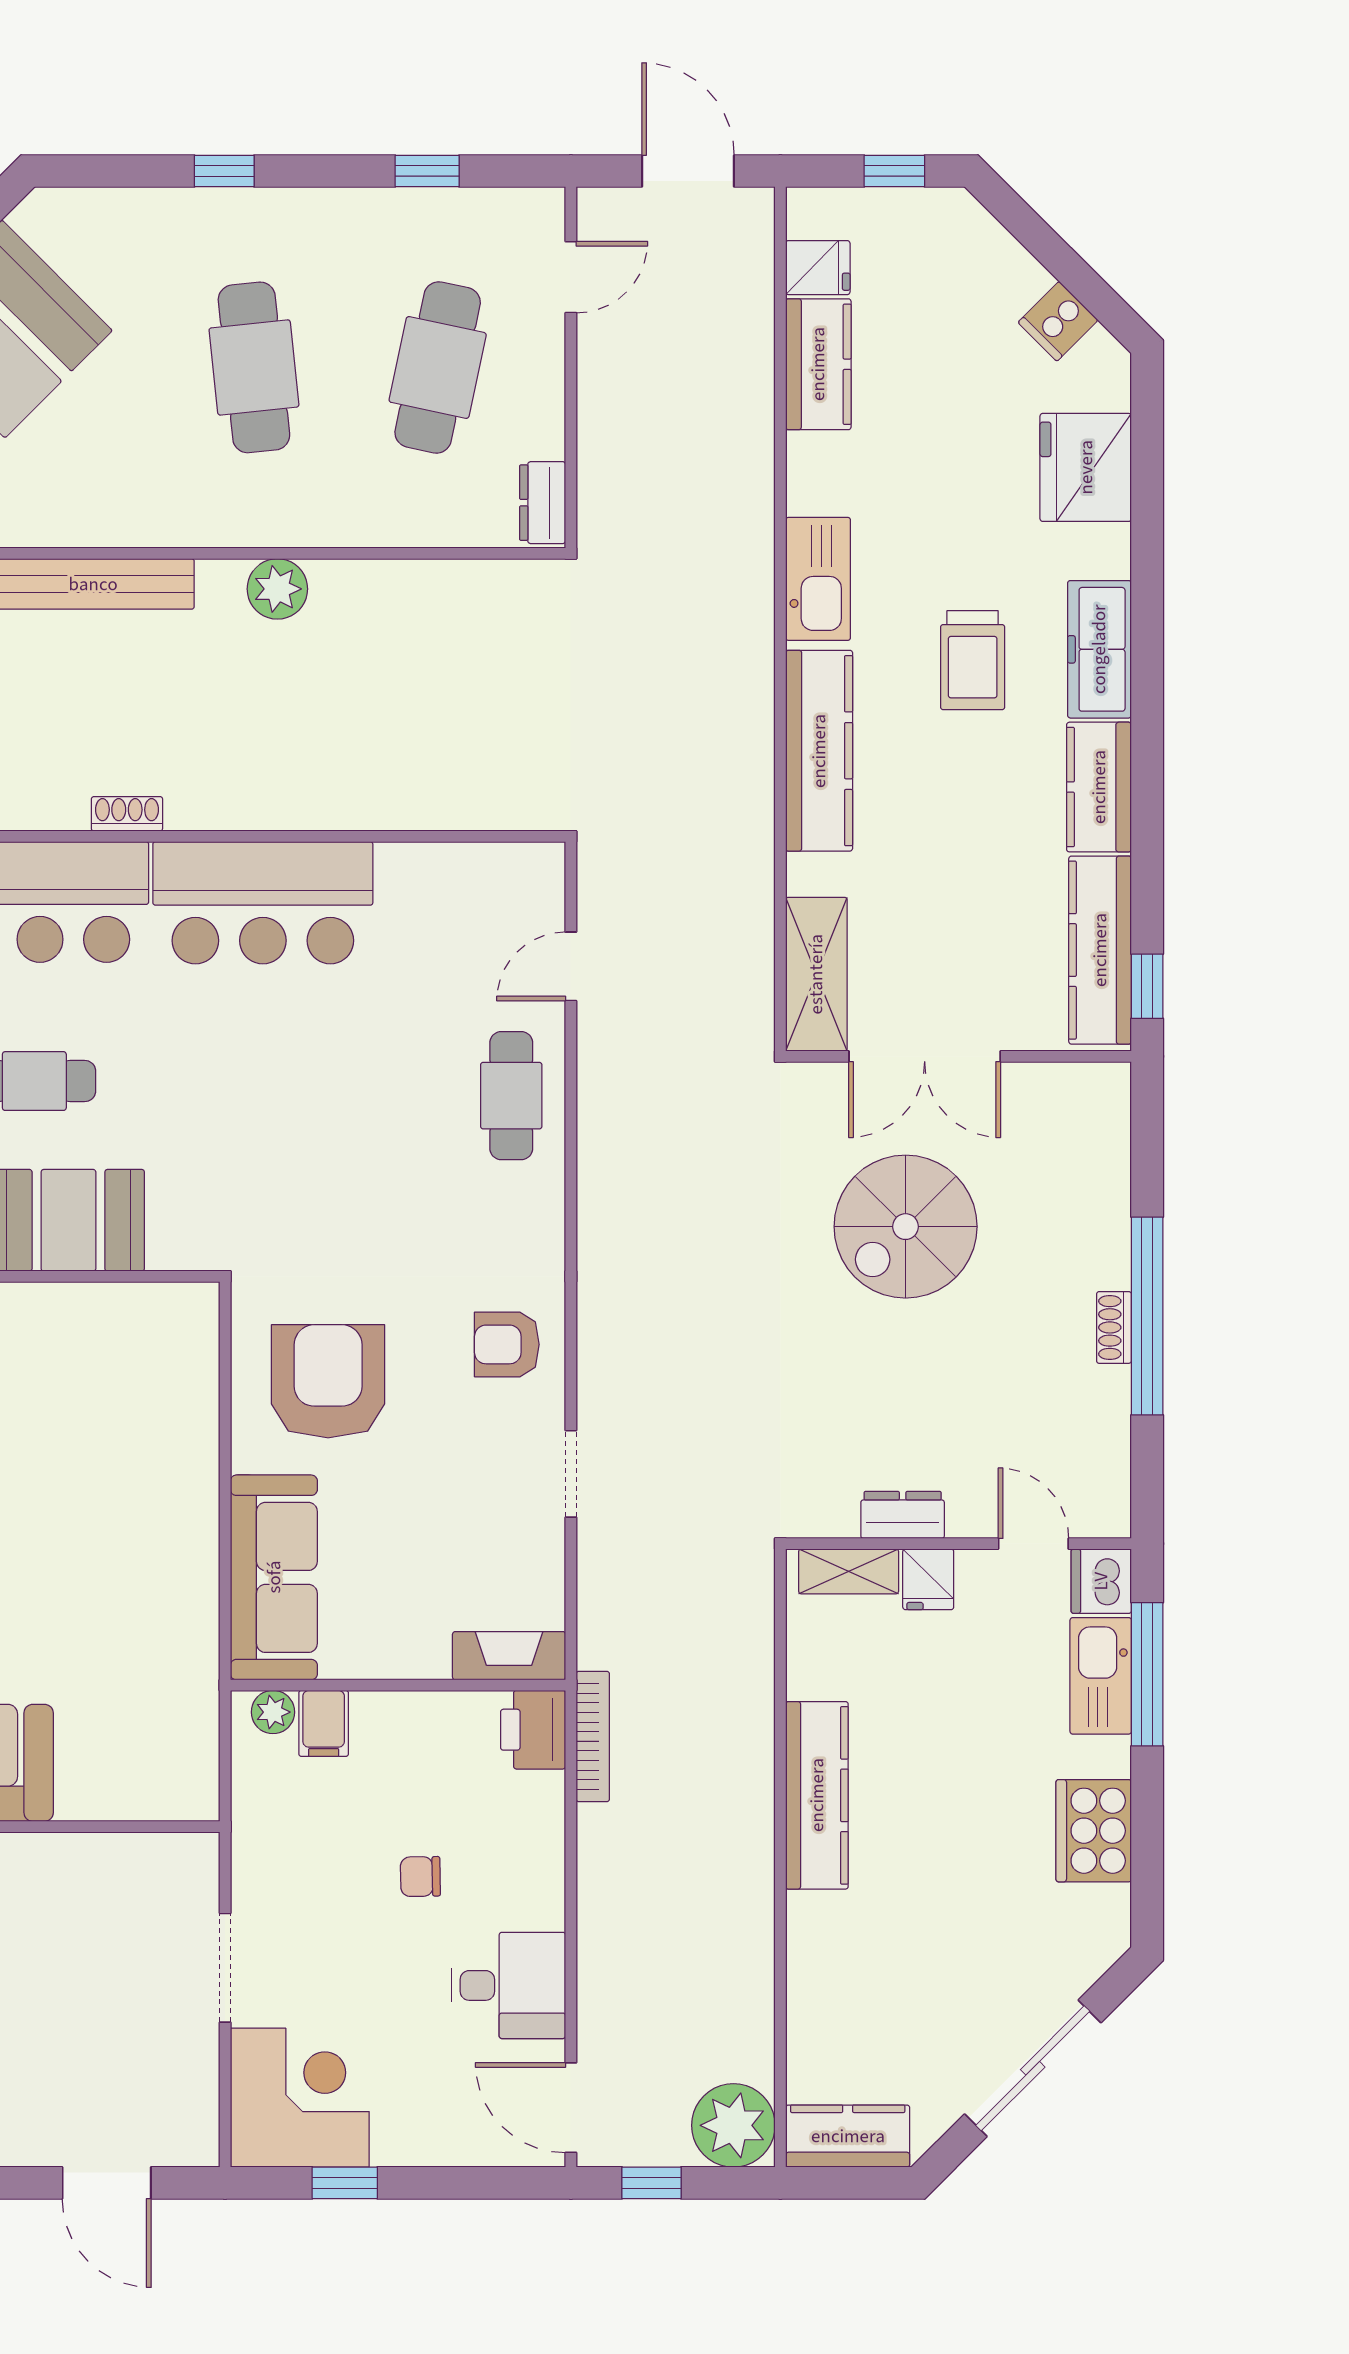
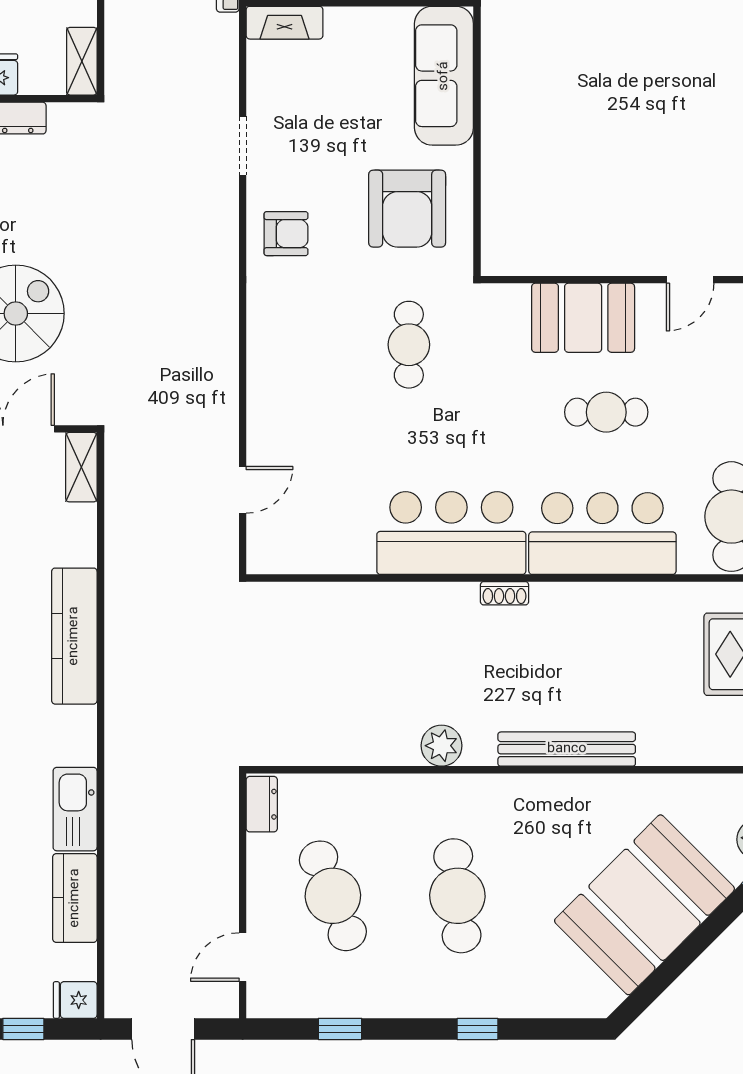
fridge: (818, 268) -> (75, 1000), moved
cafe table: (438, 367) -> (333, 896), turned -33
kitchen sink: (818, 579) -> (75, 809), moved
shoe rack: (127, 814) -> (505, 593), moved
shelving: (816, 974) -> (81, 467), width x0.67, depth x0.75
cafe table: (511, 1096) -> (409, 345), moved
shelving: (849, 1571) -> (82, 61), moved, turned 90

